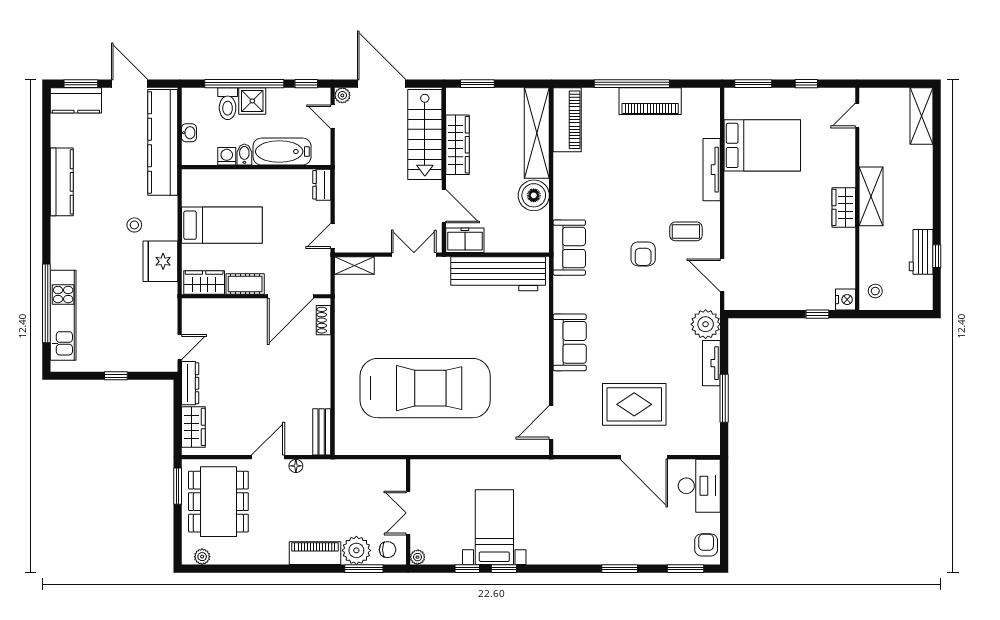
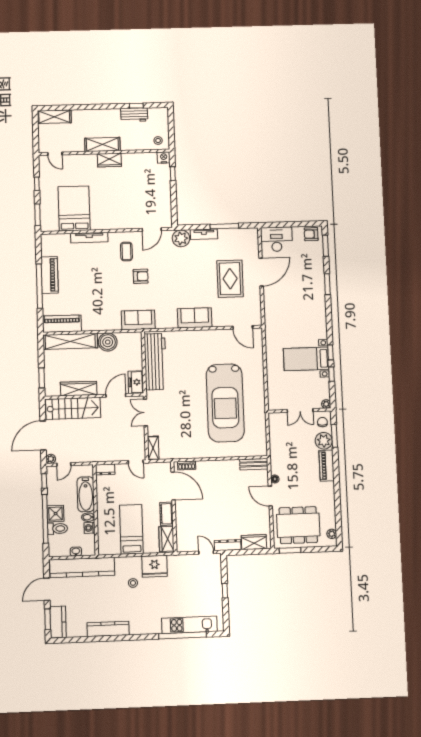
car: (425, 388) -> (225, 403), turned 180

